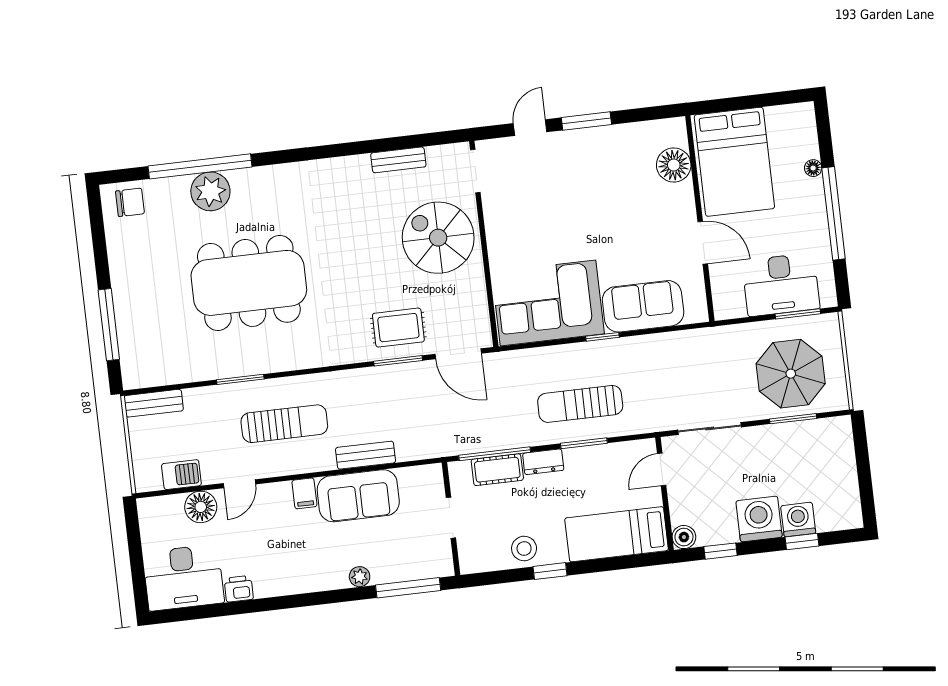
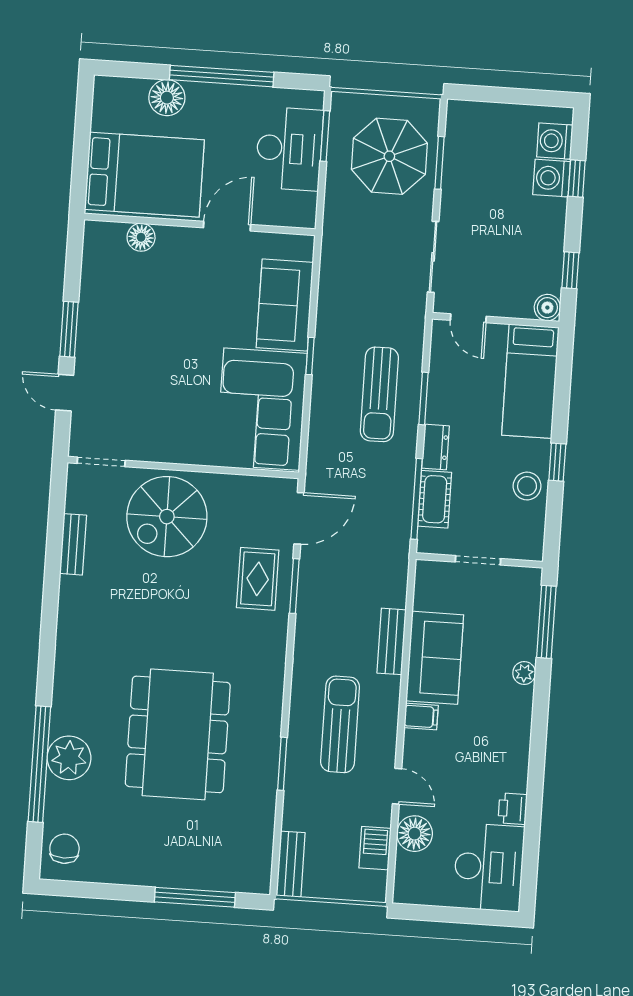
floor lamp: (674, 165) -> (141, 237), width x0.73, depth x0.73
floor lamp: (813, 168) -> (167, 98), width x1.89, depth x1.89
washing machine: (759, 519) -> (555, 141), moved, width x0.73, depth x0.73

